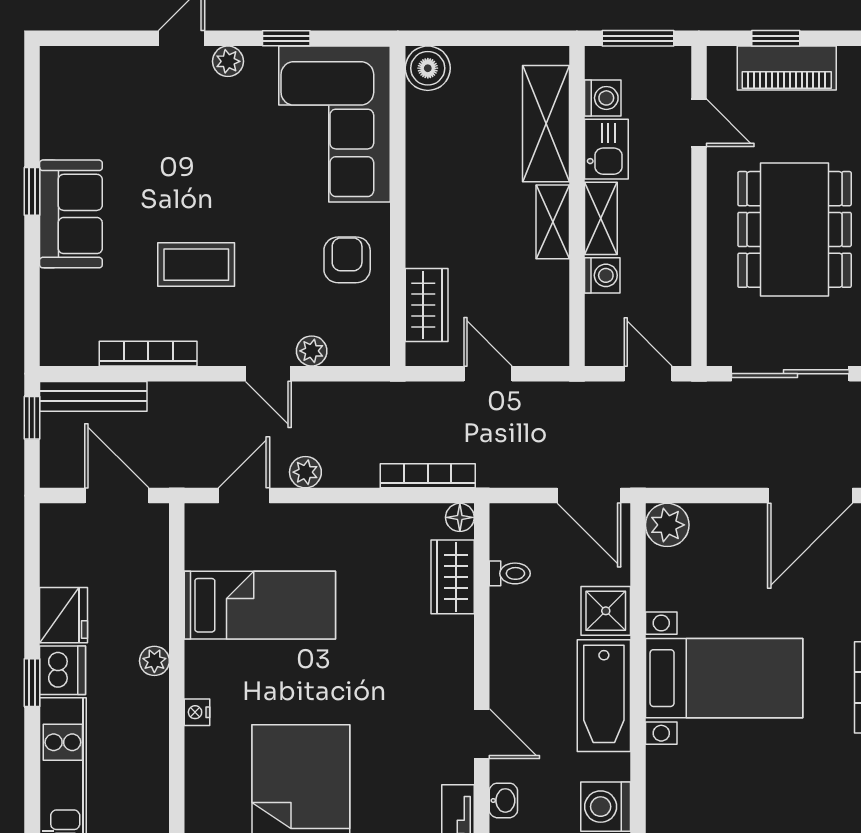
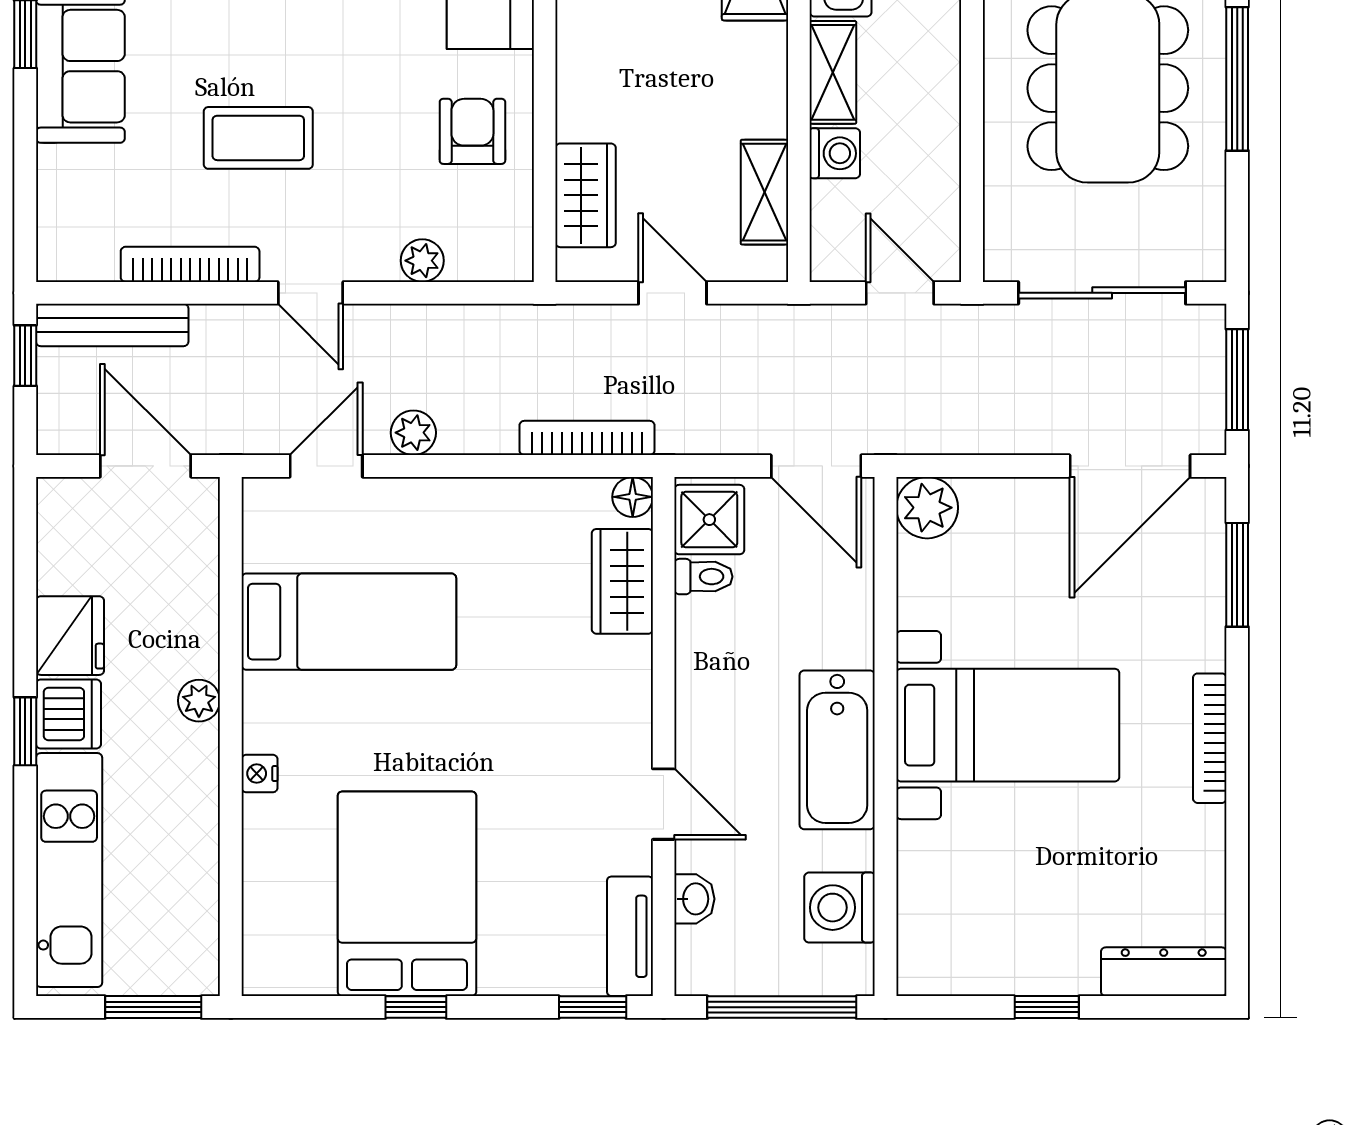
shelving: (553, 222) -> (764, 192), moved
door: (268, 374) -> (310, 293), moved
shower: (606, 611) -> (709, 520), moved

